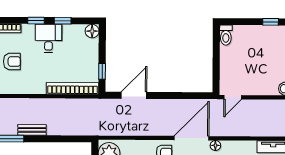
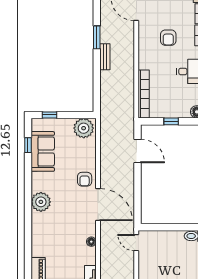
window: (102, 71) -> (171, 121), moved
floor lamp: (215, 145) -> (91, 242), moved

